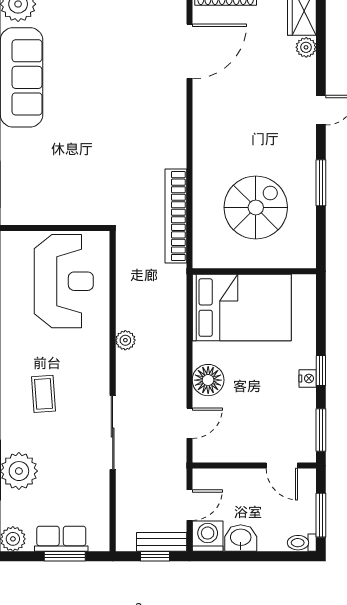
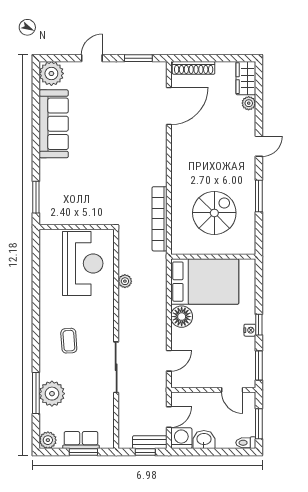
plant: (125, 340) -> (125, 281), moved
floor lamp: (208, 380) -> (182, 317), moved

